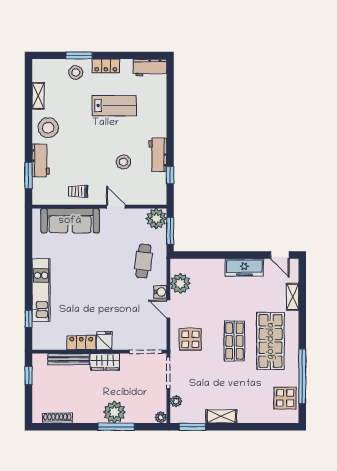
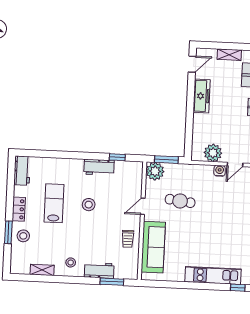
stool: (48, 128) -> (71, 262), width x0.53, depth x0.53
stool: (123, 162) -> (89, 205), moved
cafe table: (143, 261) -> (180, 201), moved

